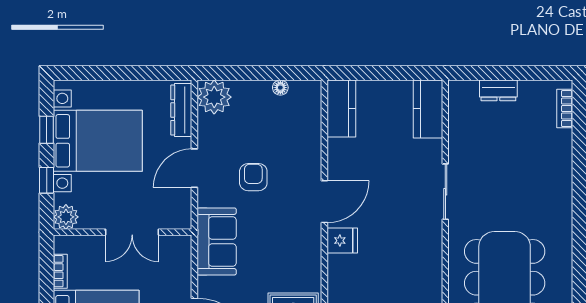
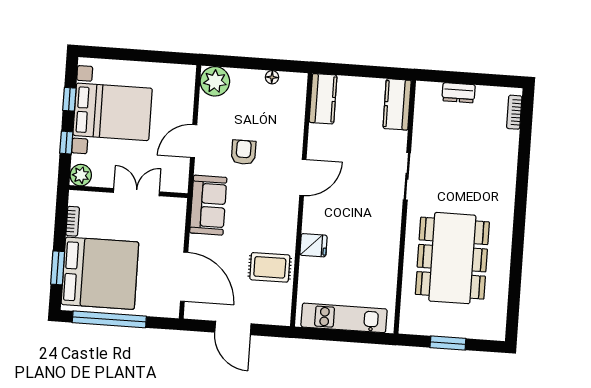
dresser: (181, 110) -> (186, 91), removed
double door: (132, 232) -> (136, 192), swing flipped
fridge: (342, 241) -> (314, 245), moved

